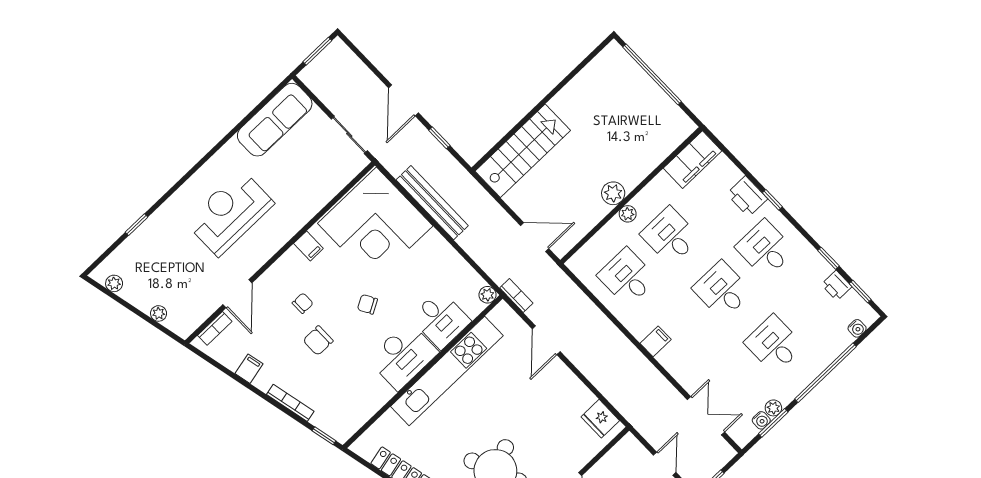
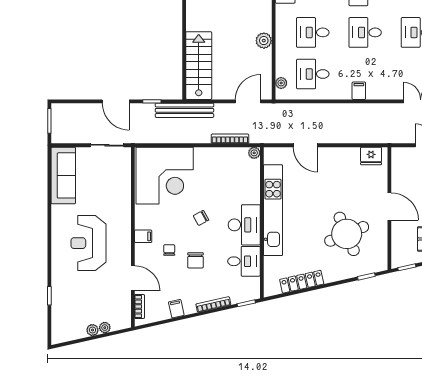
bench: (432, 203) -> (184, 110), moved
plant: (628, 214) -> (281, 83), moved
filing cabinet: (308, 246) -> (143, 236), moved
plant: (114, 283) -> (92, 330), moved
bookcase: (516, 295) -> (230, 139), moved, width x1.56
desk: (440, 319) -> (244, 261), moved

